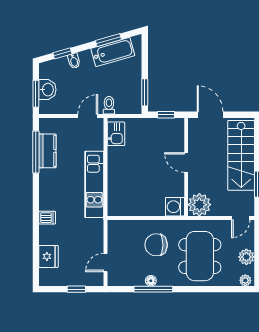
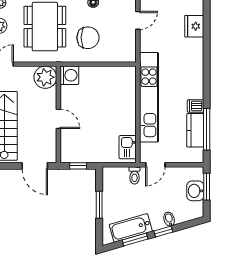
window: (62, 53) -> (163, 231), moved
window: (145, 92) -> (99, 205), moved
kitchen unit: (94, 184) -> (149, 97), width x1.36
dishwasher: (47, 218) -> (195, 106), moved

